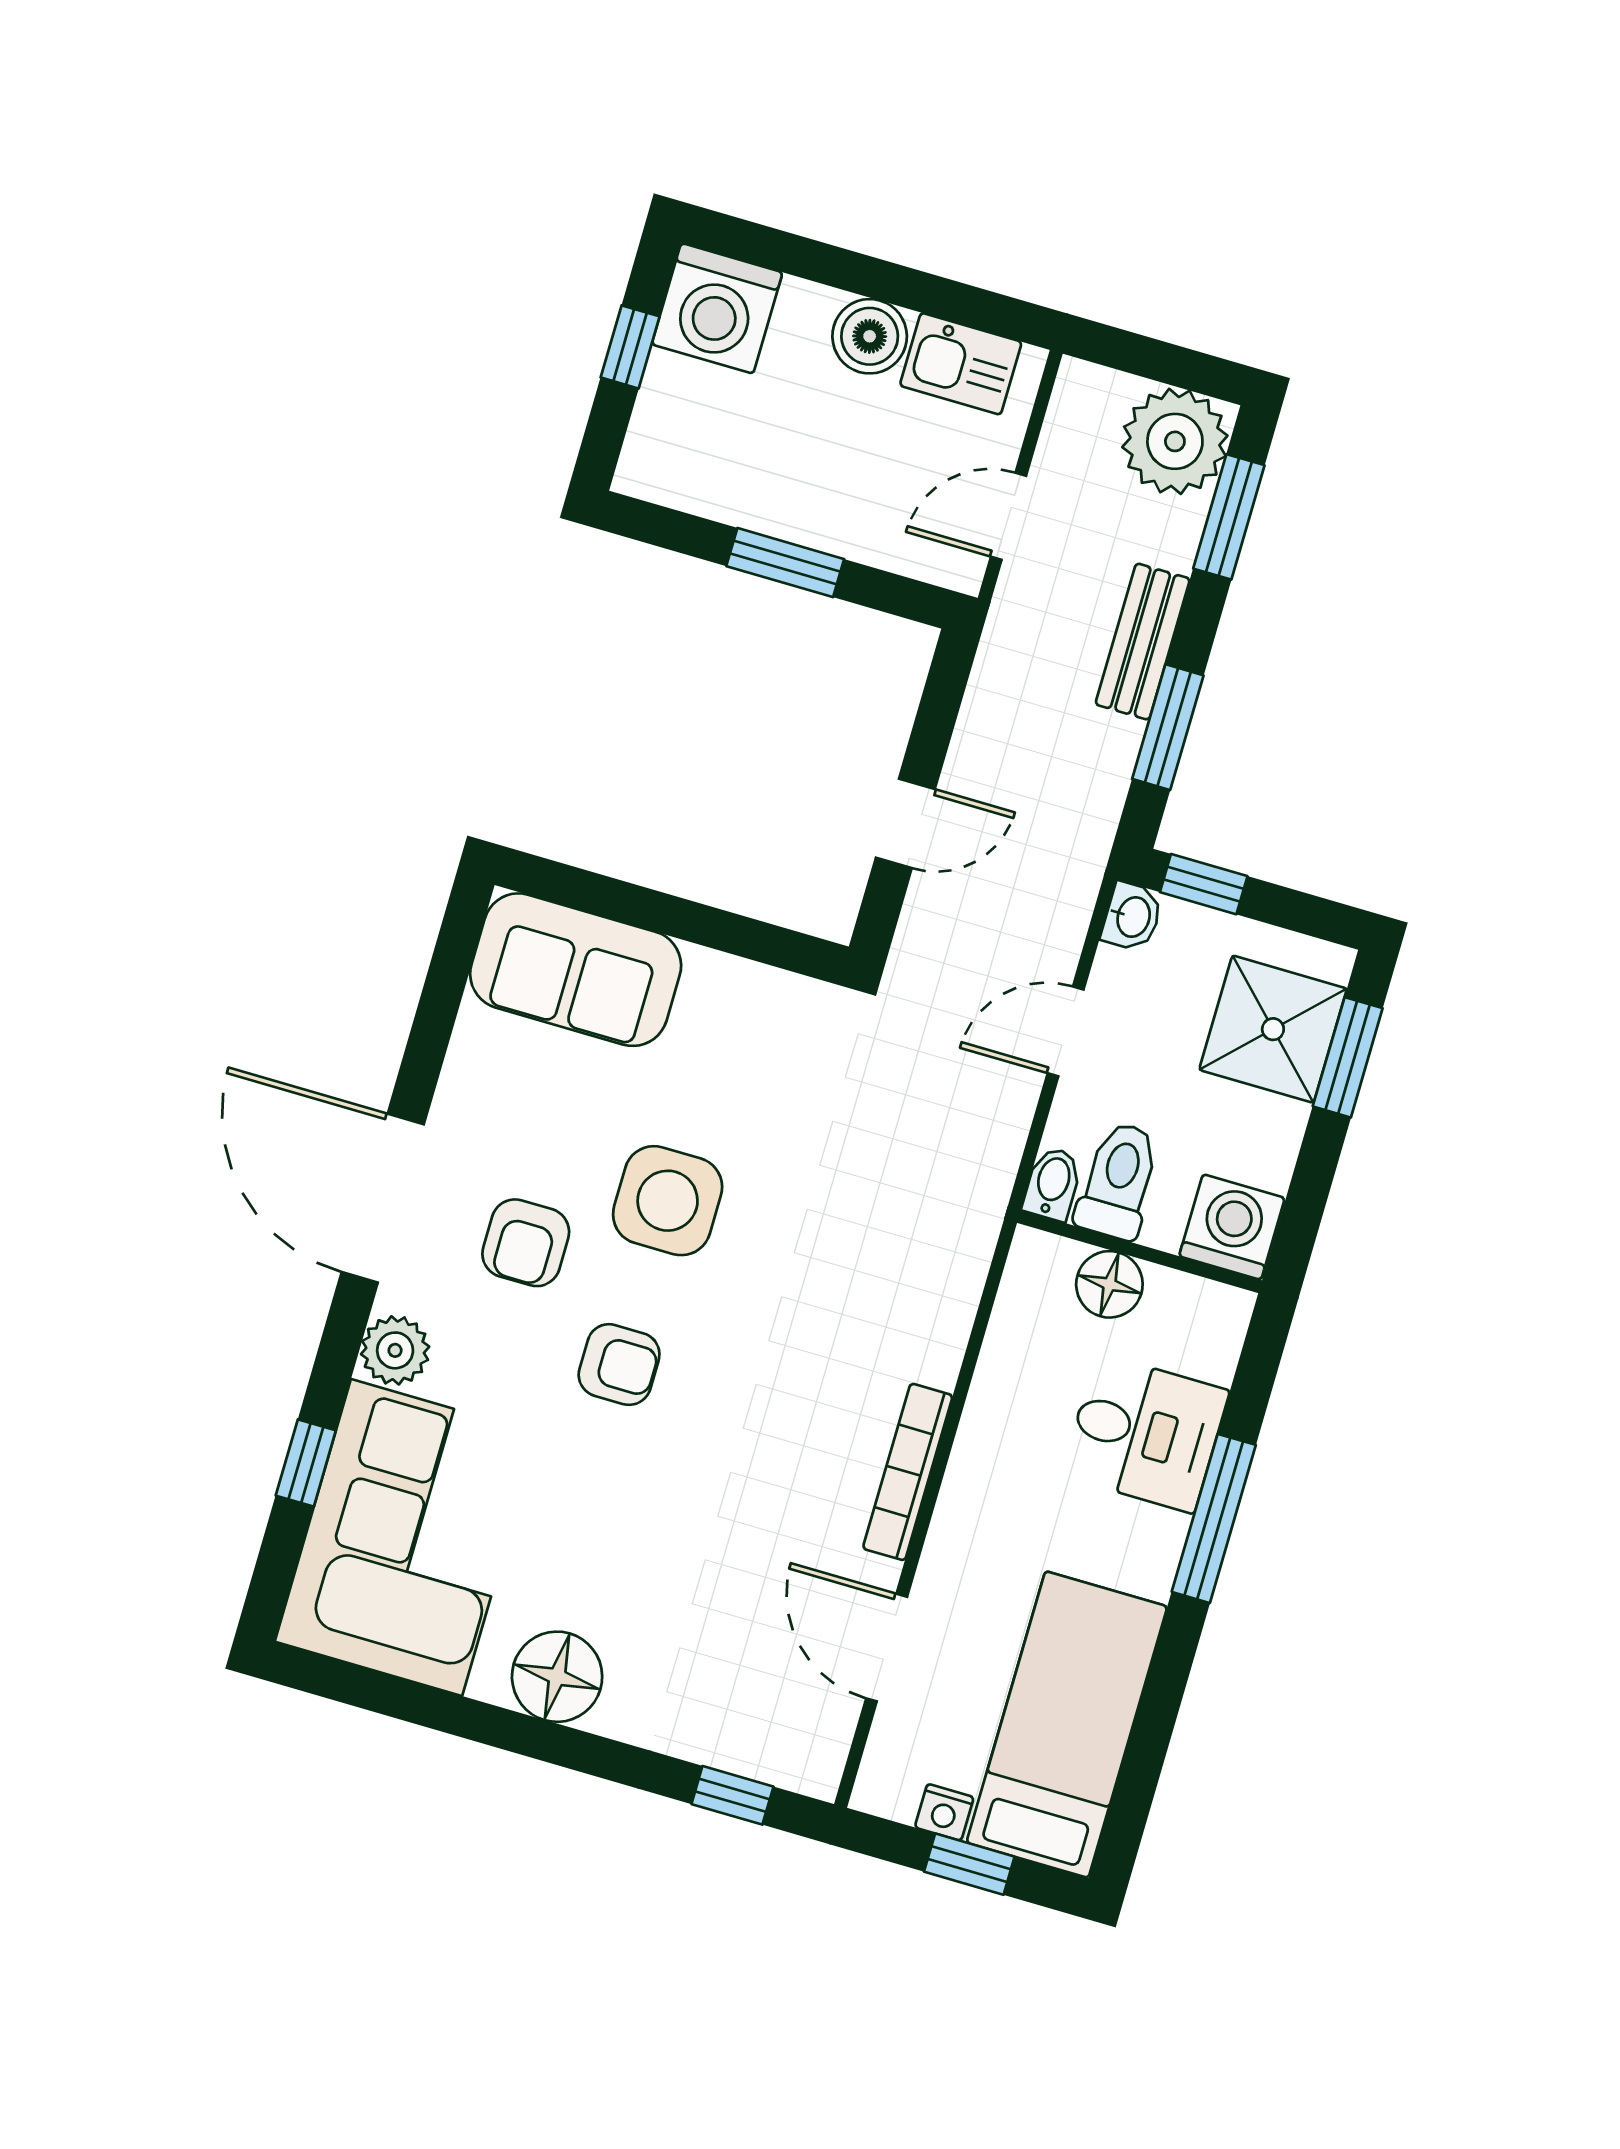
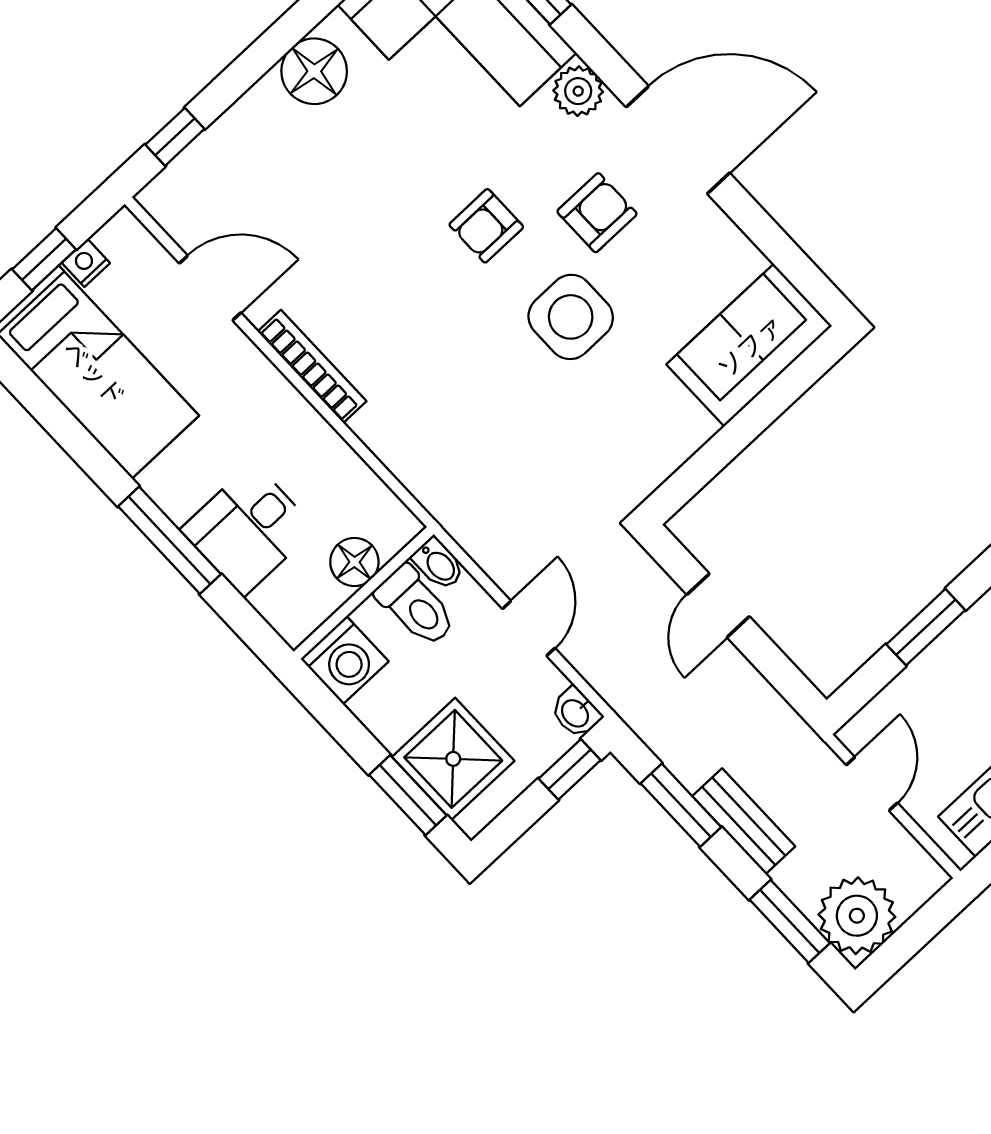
armchair: (526, 1243) -> (597, 213), turned 90

